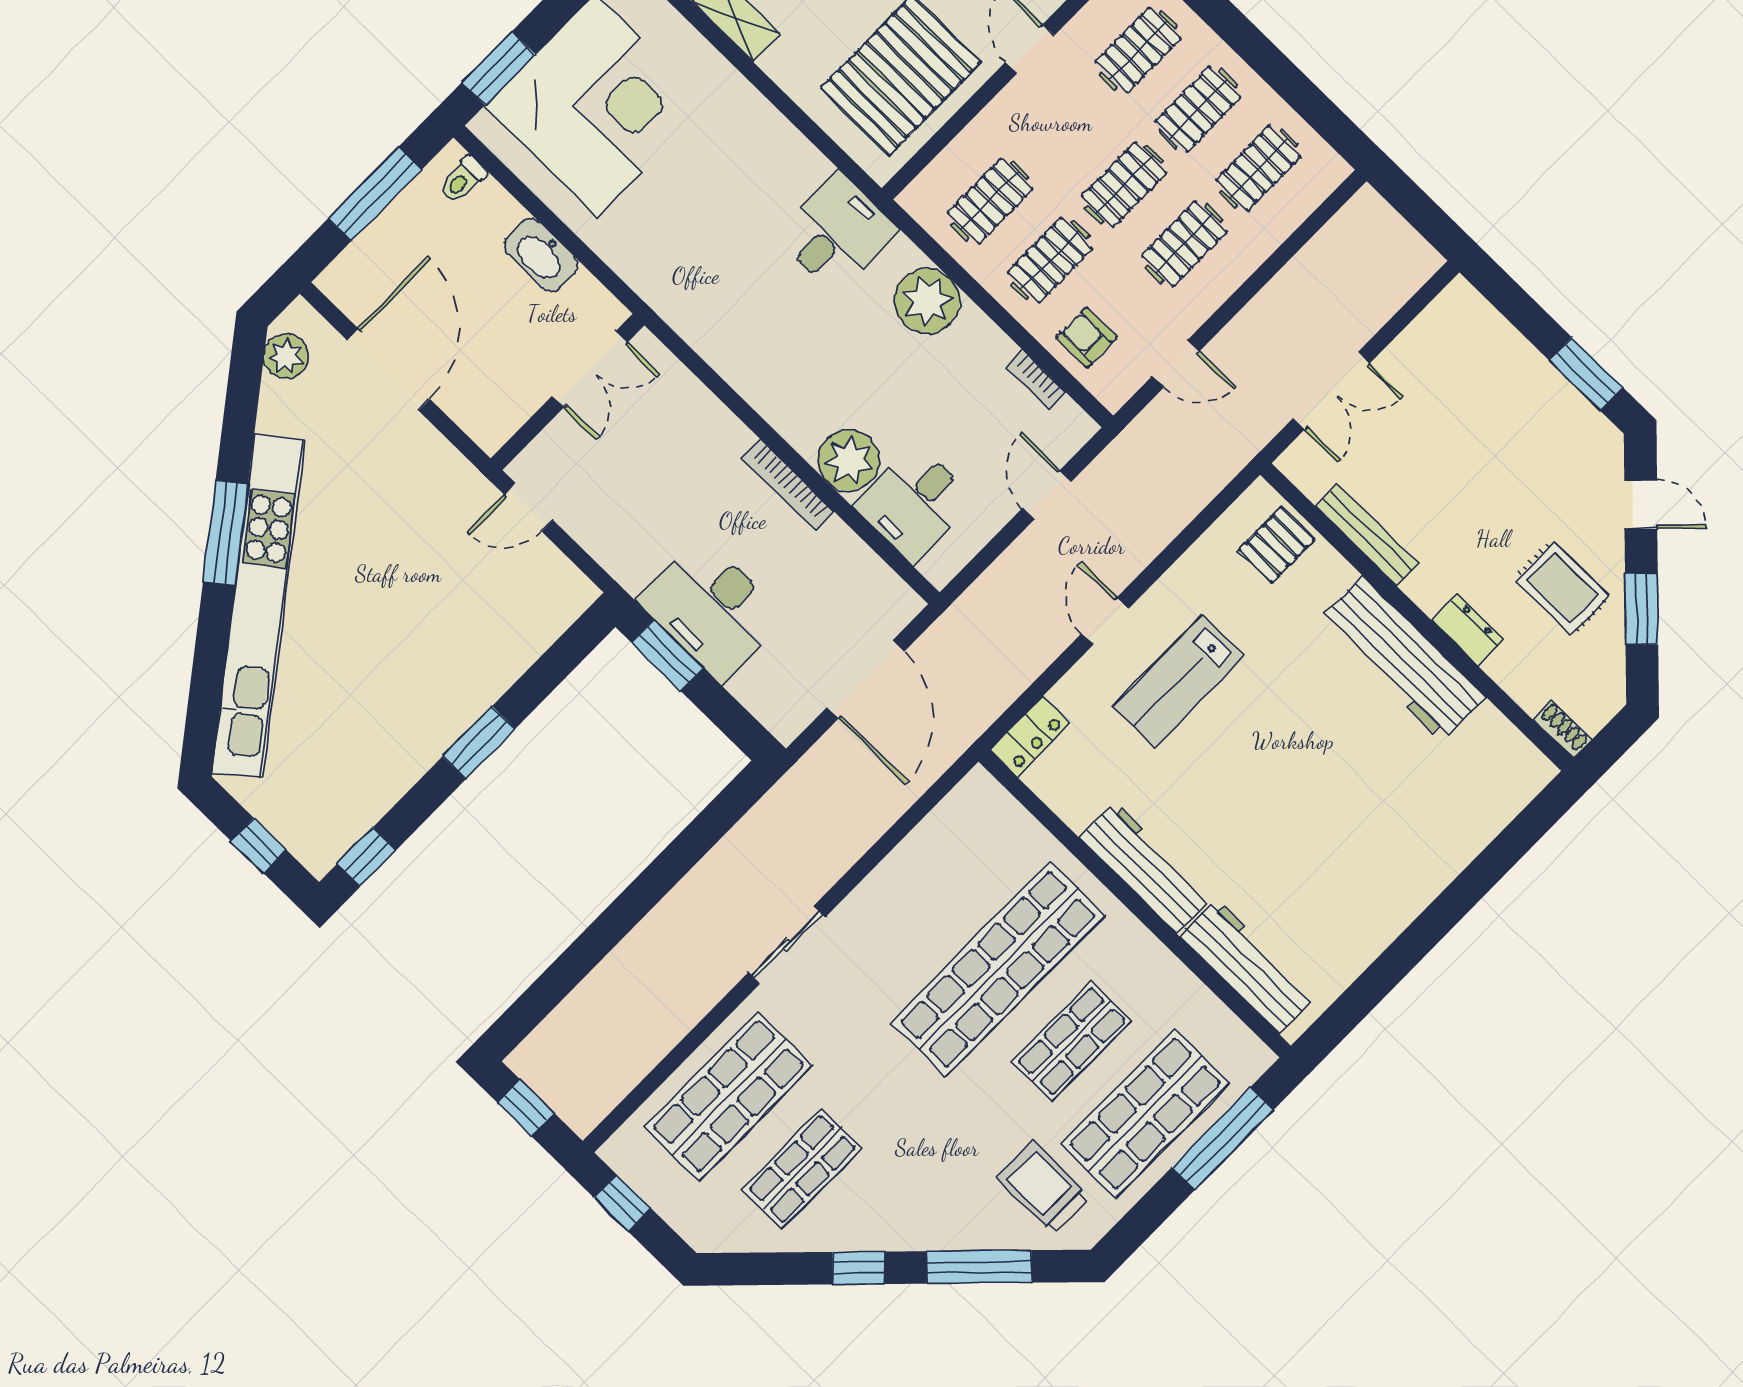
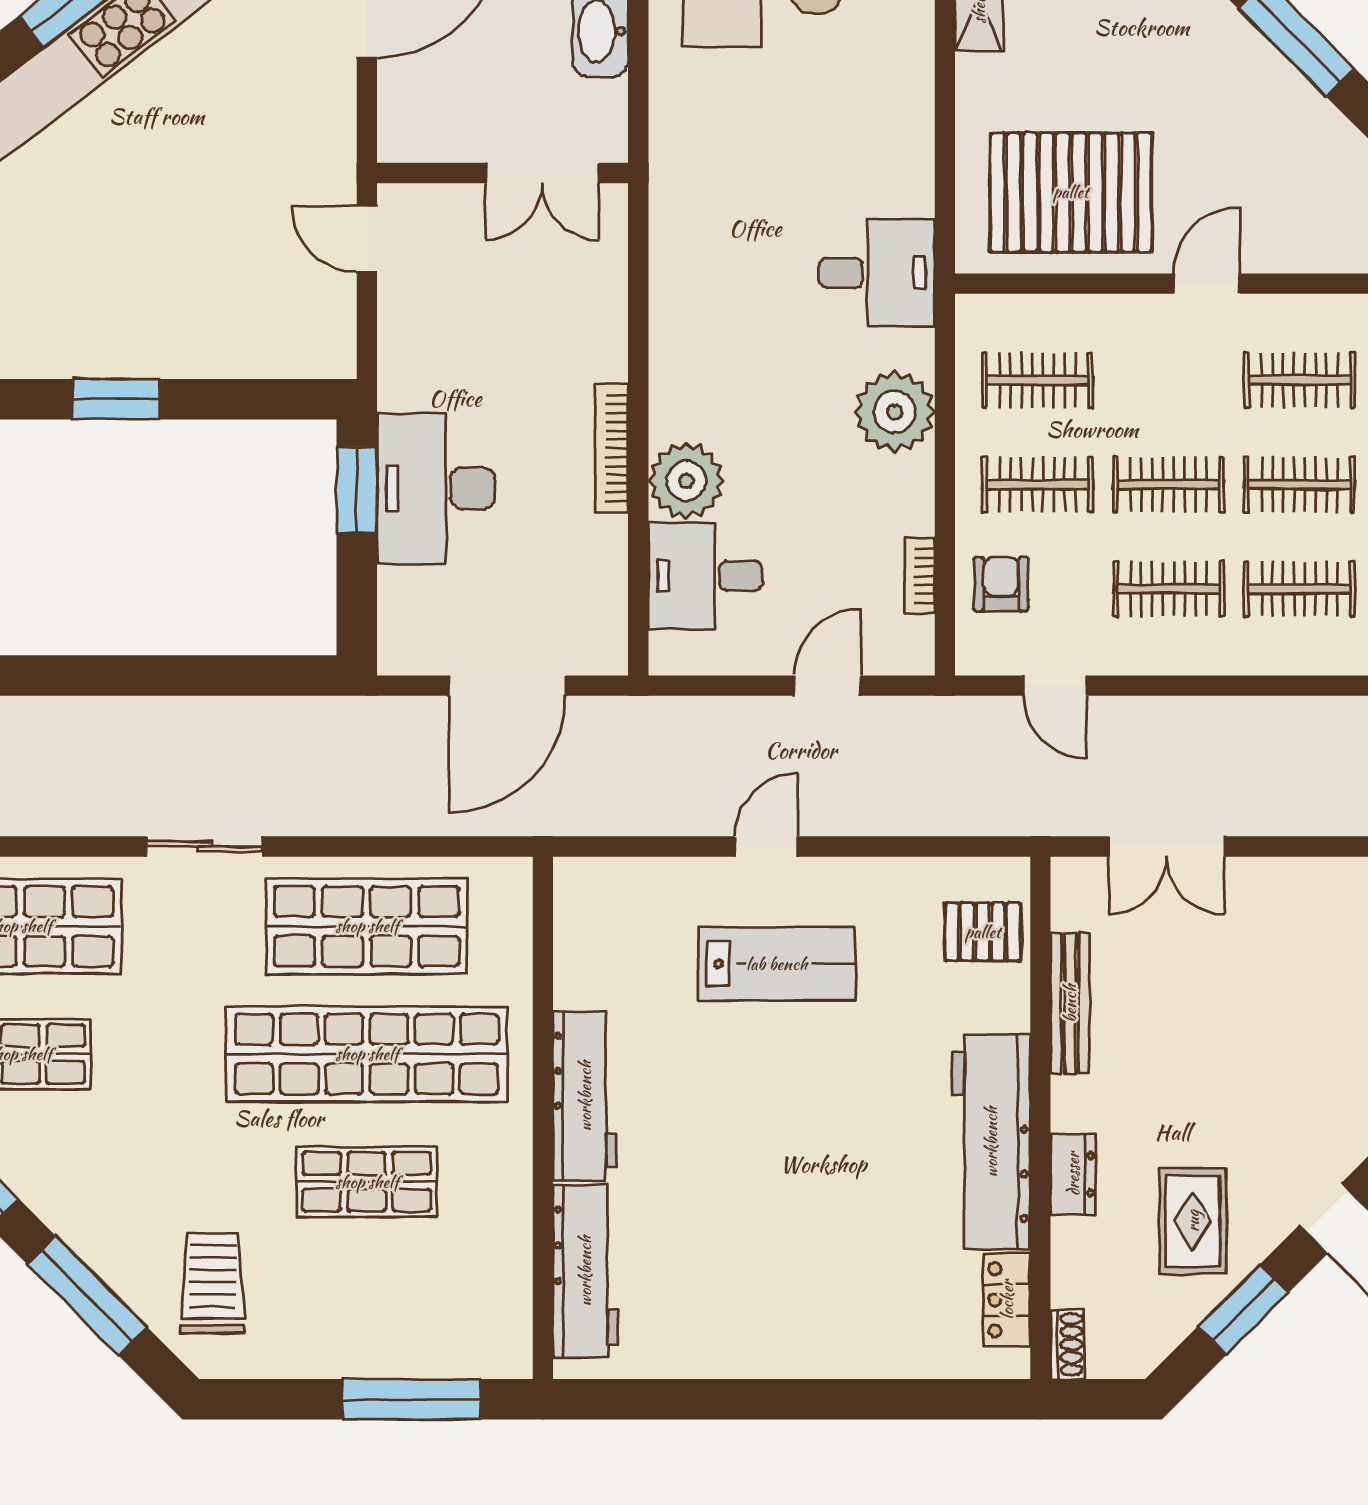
lab bench: (1178, 682) -> (777, 964), turned 180
locker: (1030, 736) -> (1007, 1300), moved, turned 90
shop shelf: (1145, 1114) -> (367, 926), moved

